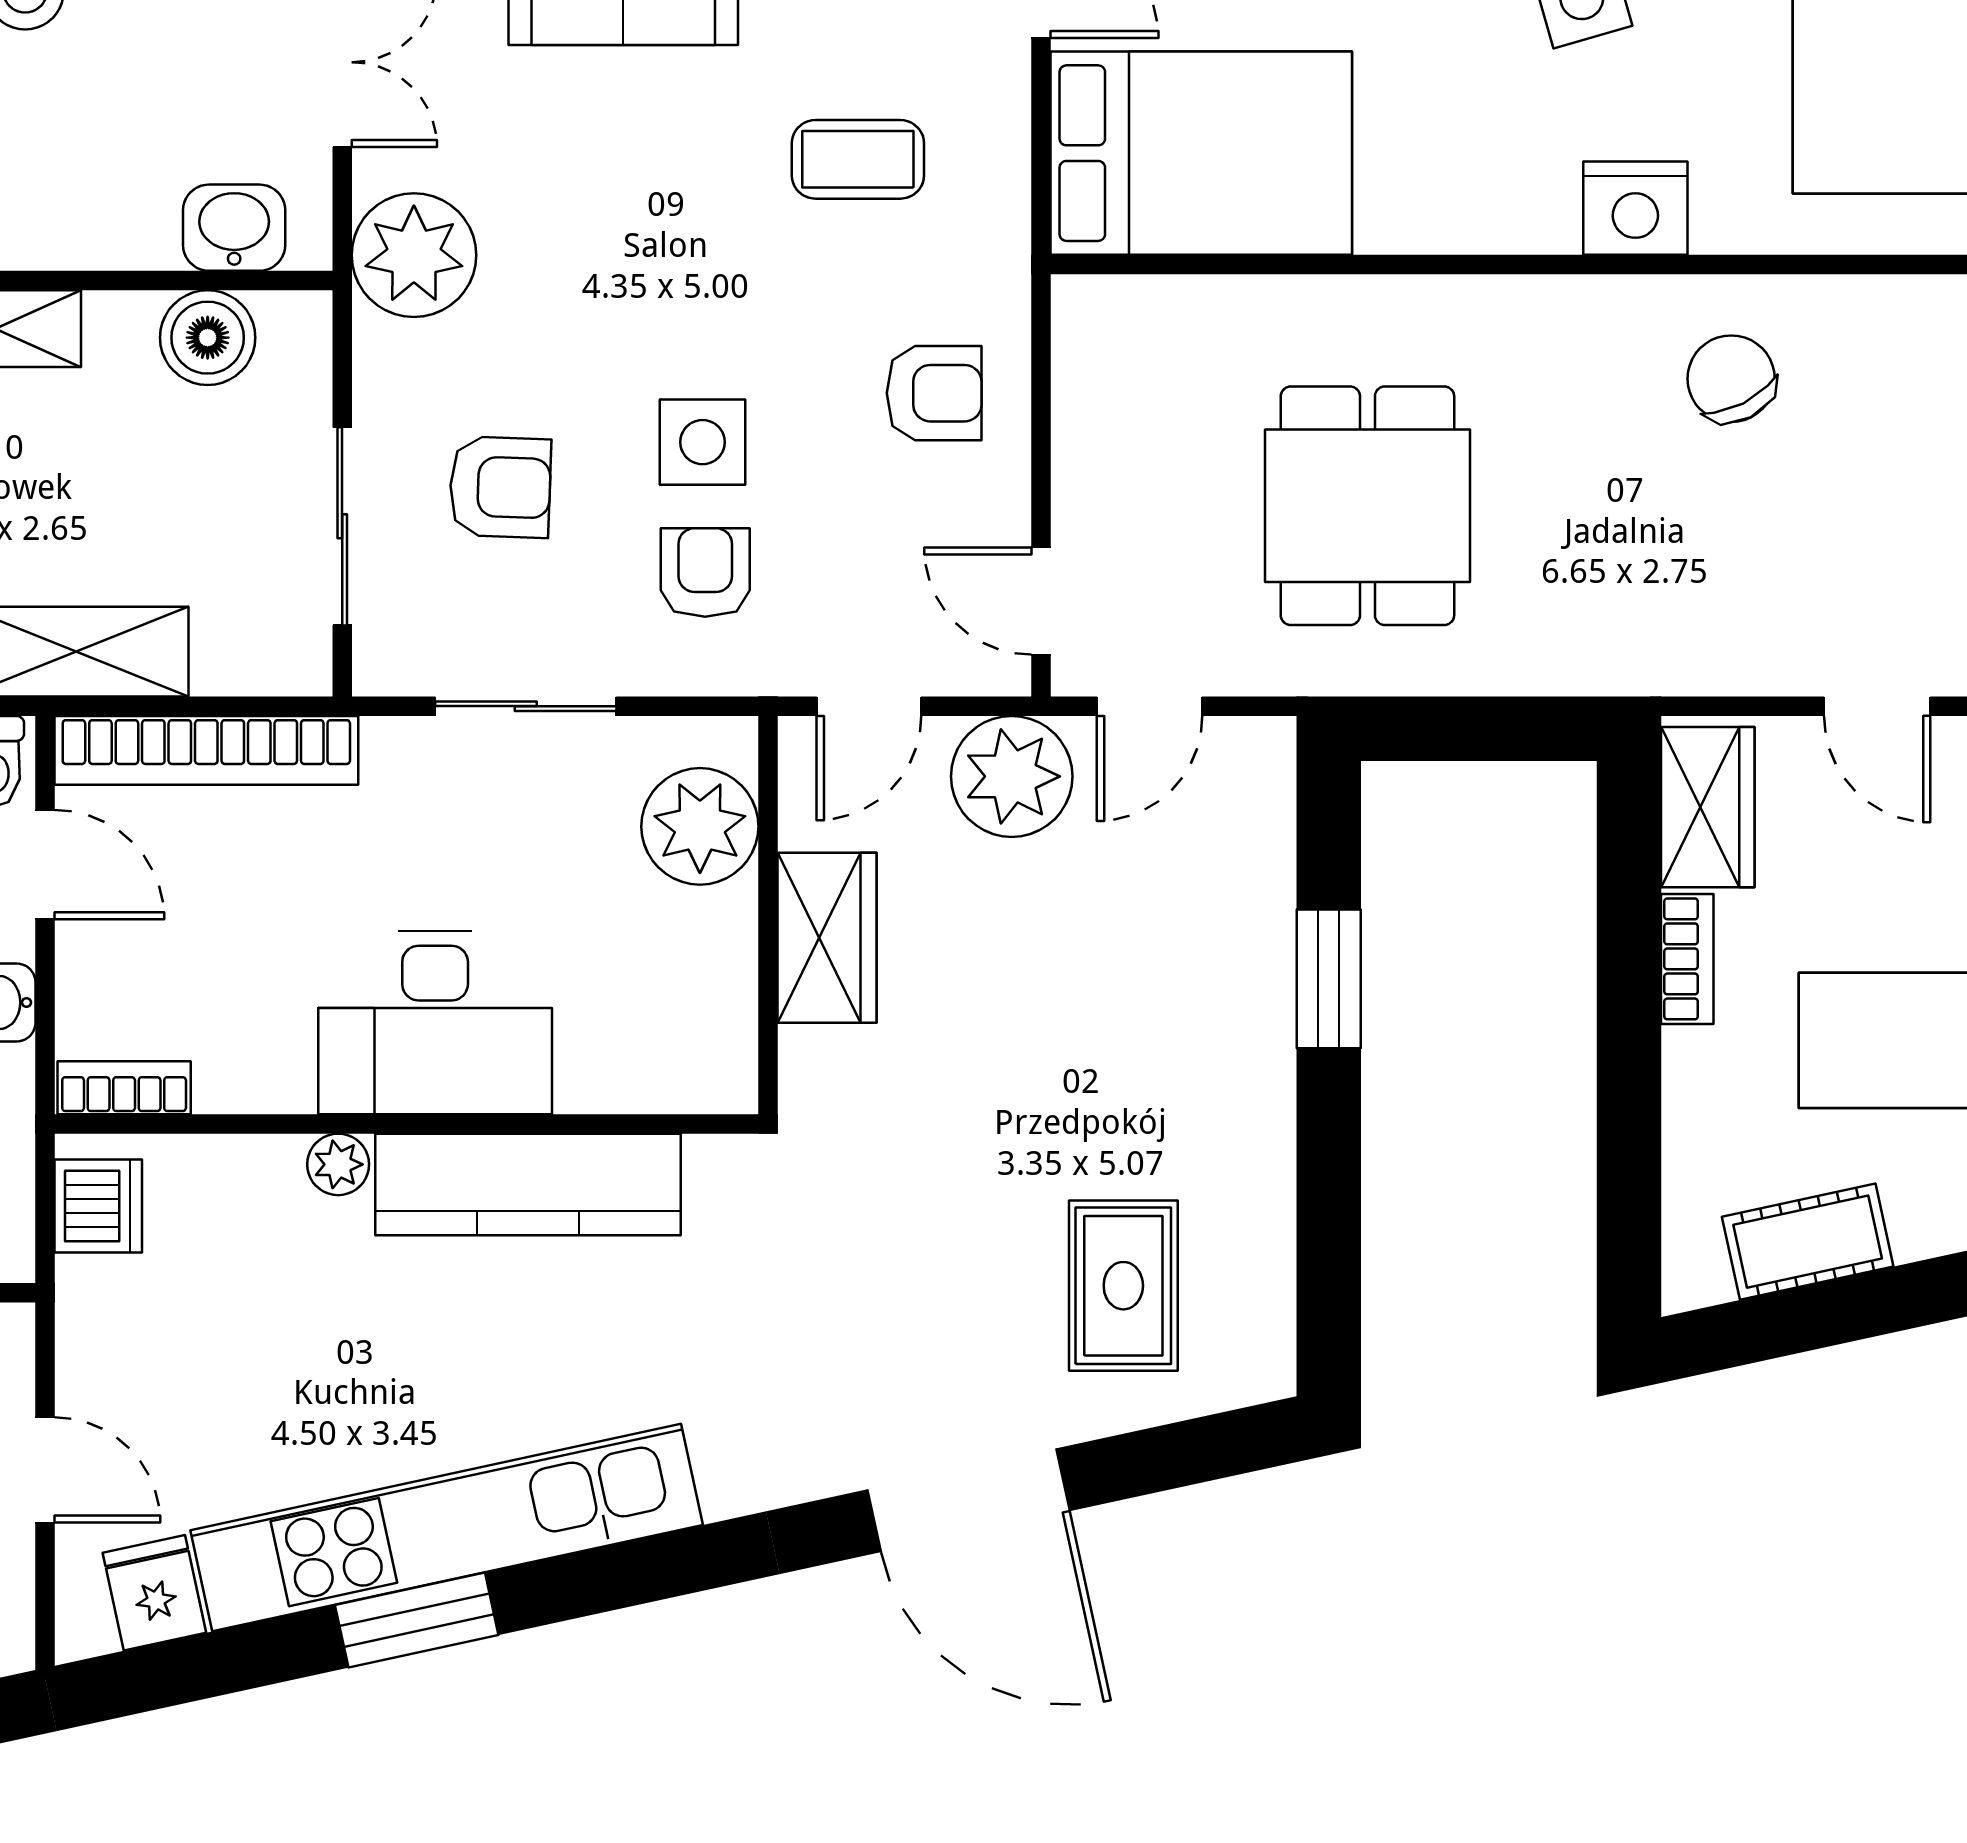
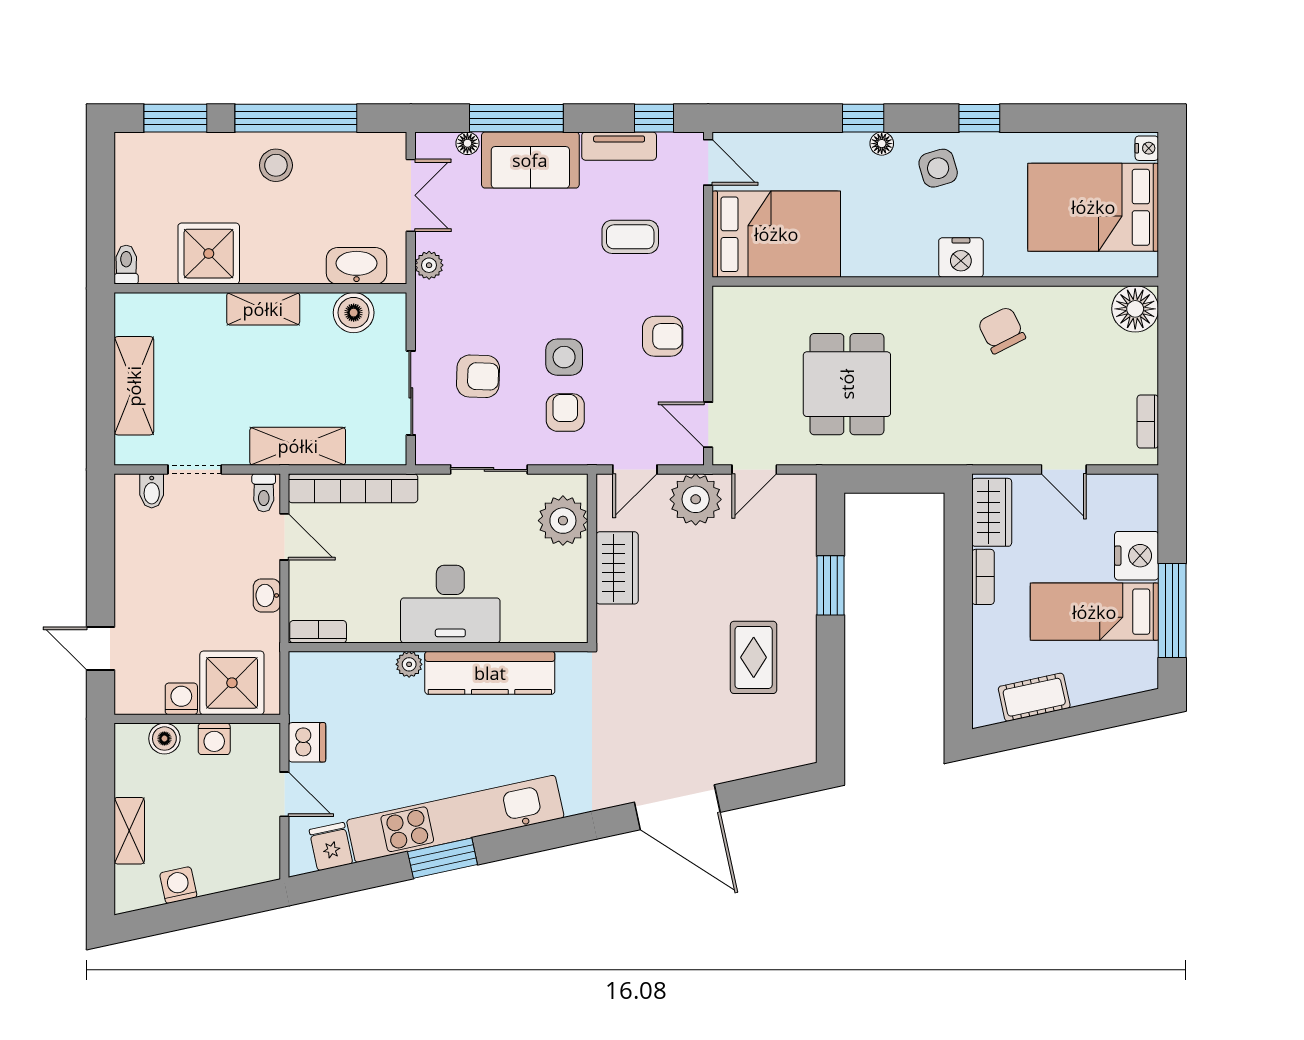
washbasin: (234, 228) -> (357, 266), width x1.38
plant: (414, 255) -> (429, 265), width x0.53, depth x0.53
dishwasher: (98, 1206) -> (307, 742), moved
rug: (1123, 1286) -> (754, 657), moved

